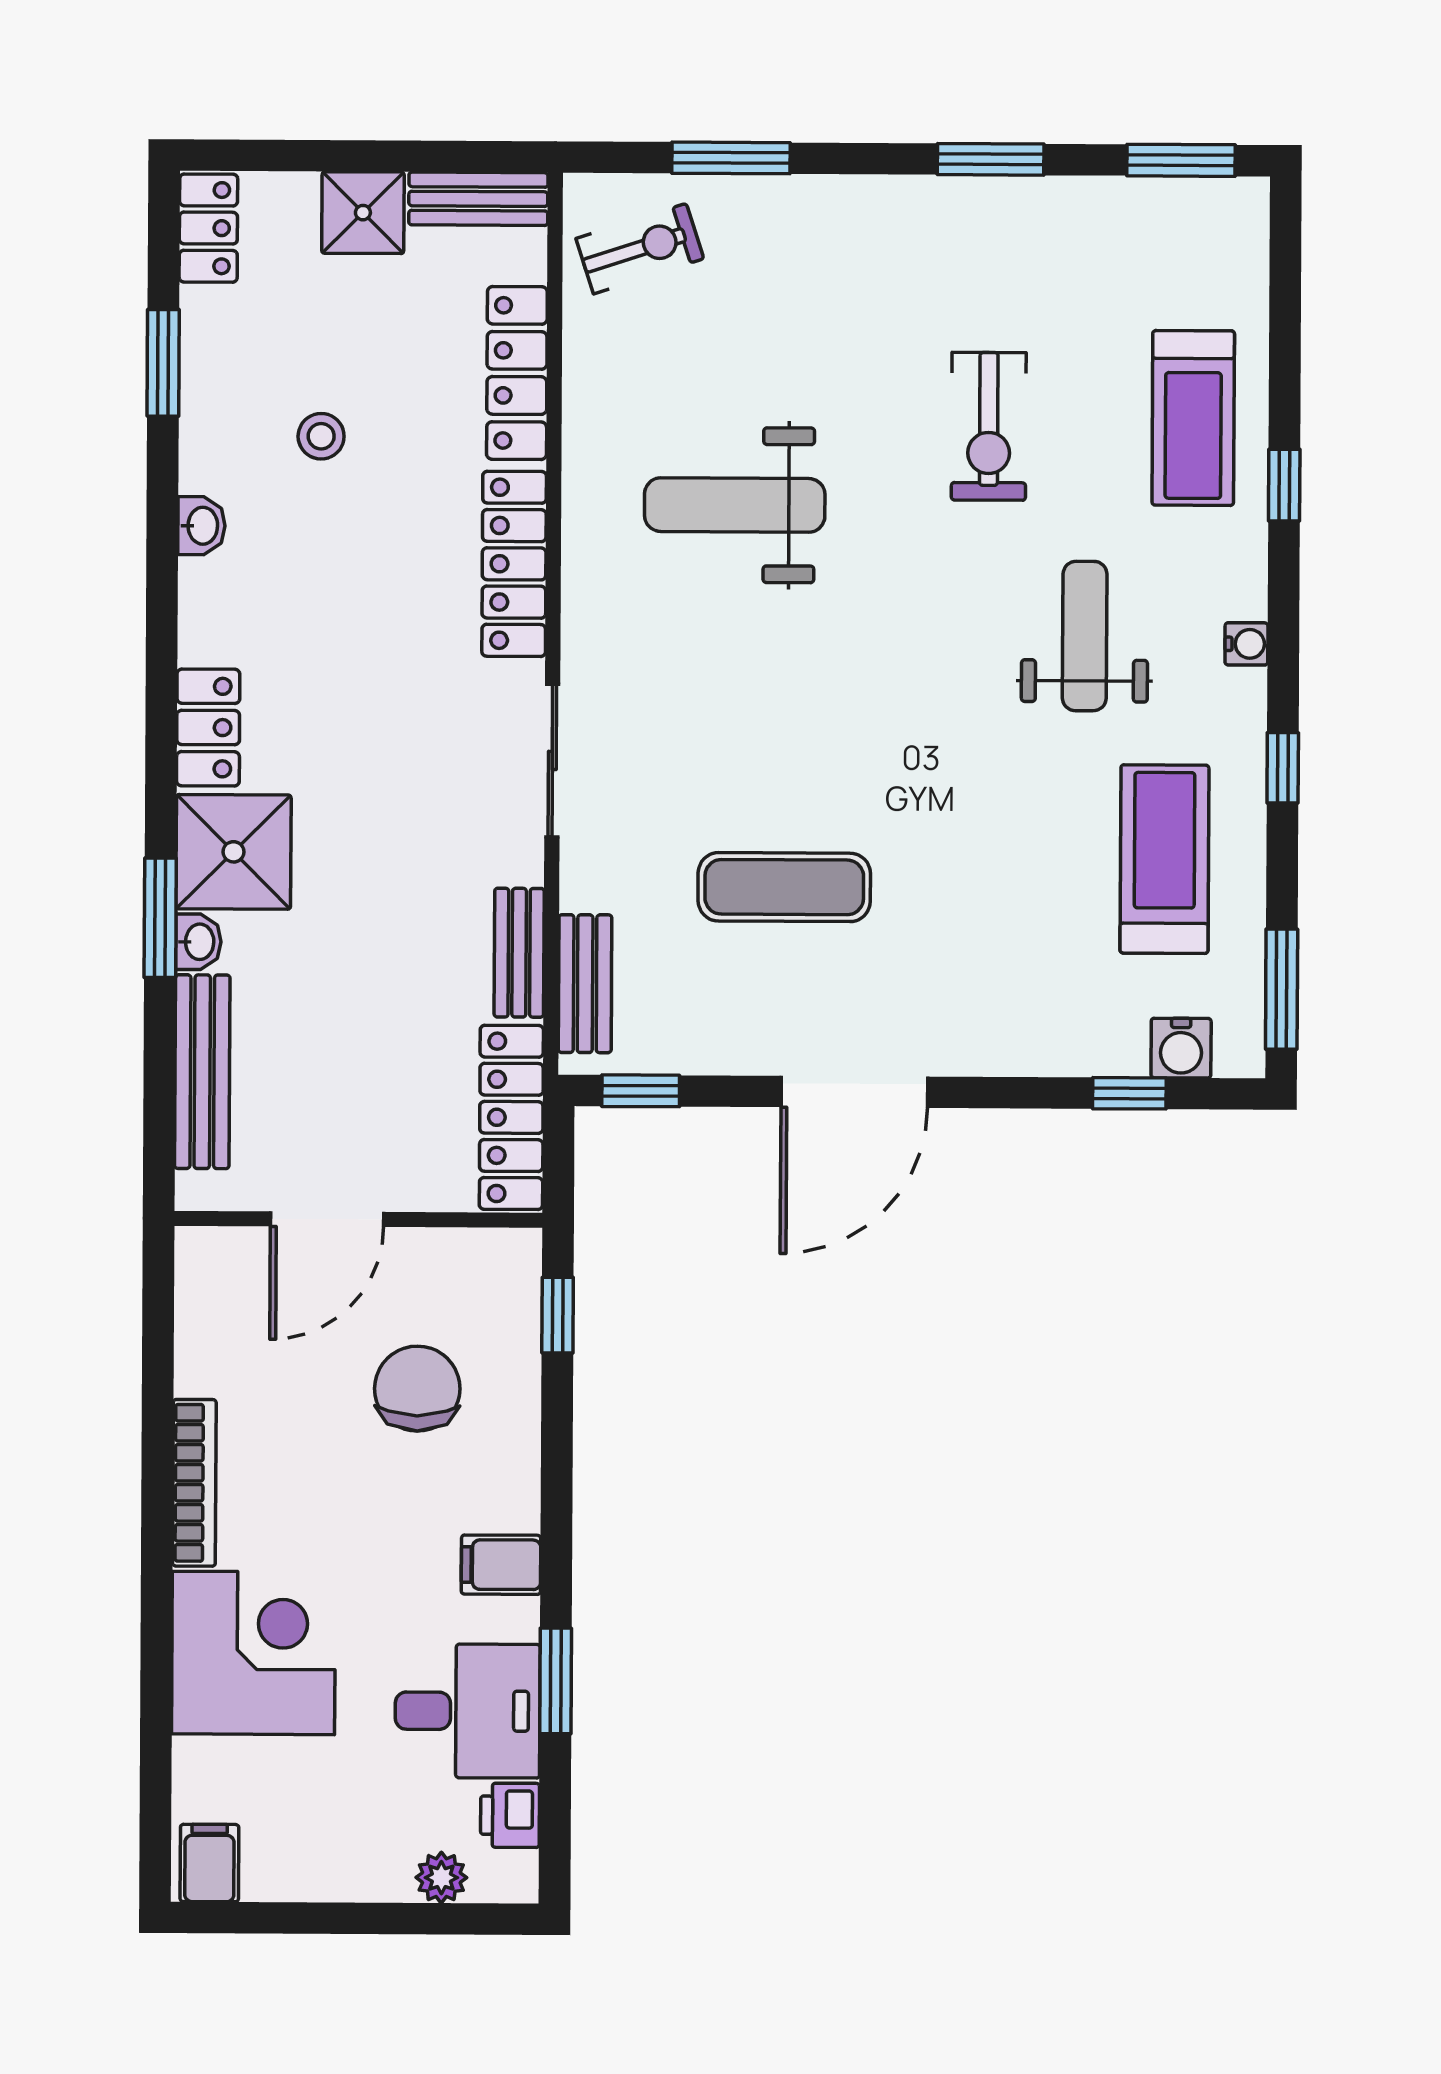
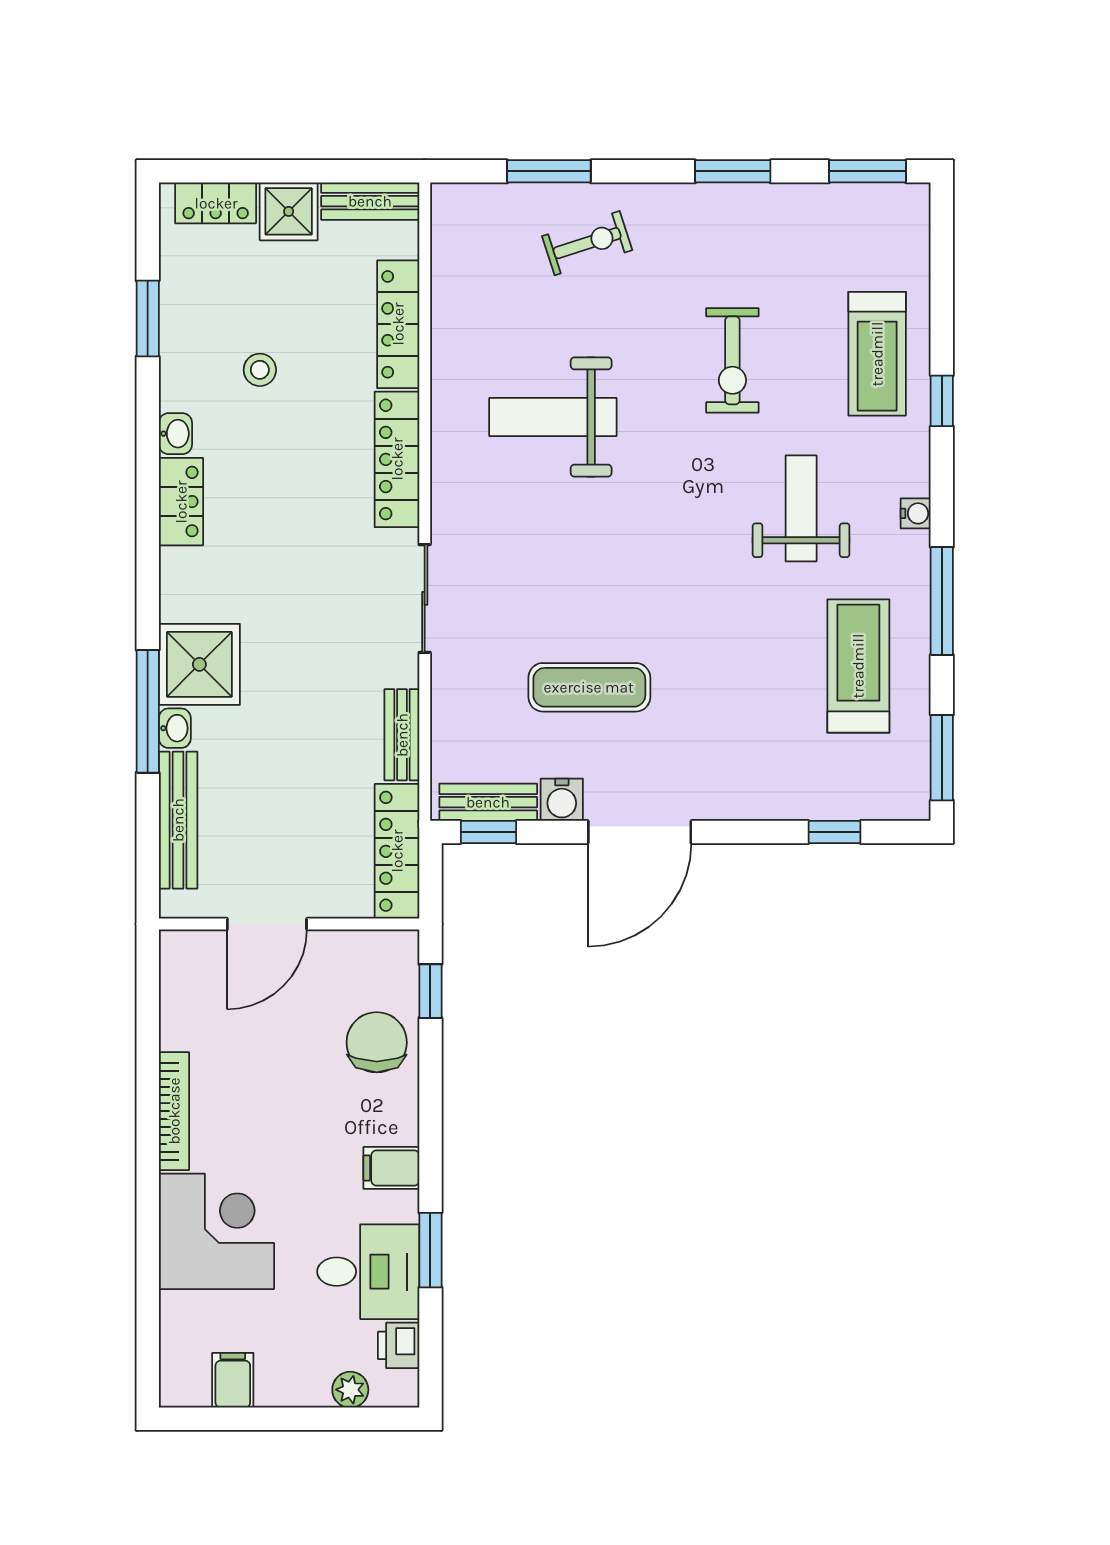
locker: (208, 228) -> (216, 203), moved, turned 90
exercise bike: (640, 249) -> (587, 243), moved
locker: (208, 728) -> (181, 502), moved
window: (1283, 768) -> (942, 601), width x2.17
window: (160, 918) -> (148, 711), width x1.44
bench: (585, 984) -> (488, 802), moved, turned 90
water cooler: (1181, 1048) -> (562, 800), moved
chair: (417, 1389) -> (377, 1042), moved
filing cabinet: (209, 1863) -> (233, 1380), moved

